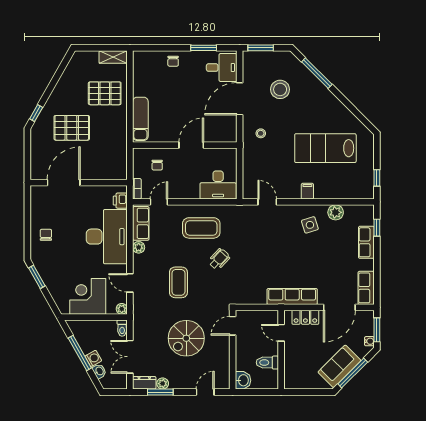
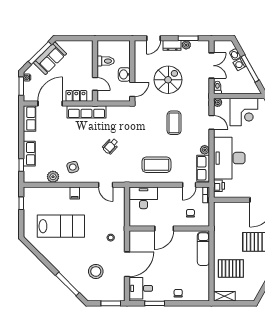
wheelchair: (219, 259) -> (111, 146), moved
washbasin: (243, 380) -> (124, 74), moved
dresser: (144, 383) -> (172, 45), moved

